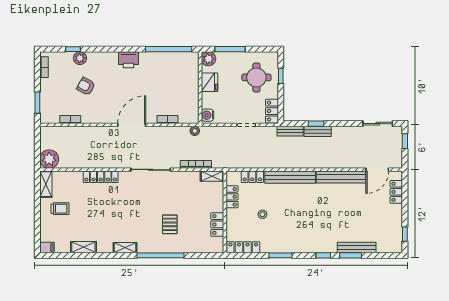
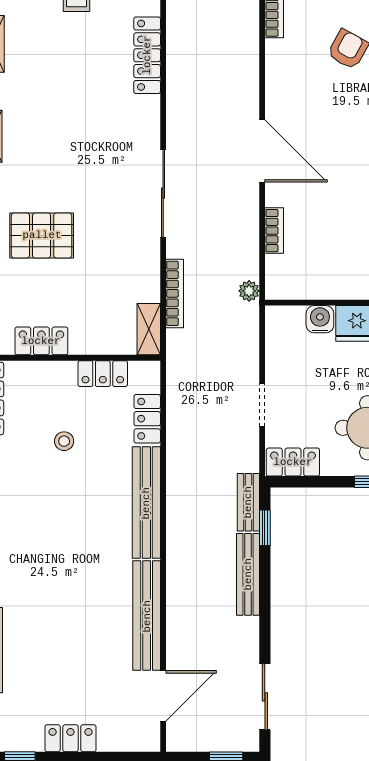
water cooler: (207, 115) -> (320, 319), moved
window: (316, 124) -> (265, 528), moved
bench: (318, 131) -> (248, 574), width x1.36
door: (377, 170) -> (163, 696), swing flipped
locker: (101, 177) -> (147, 55), moved
locker: (396, 192) -> (70, 738), moved
pallet: (170, 224) -> (42, 235), width x1.50, depth x1.42

